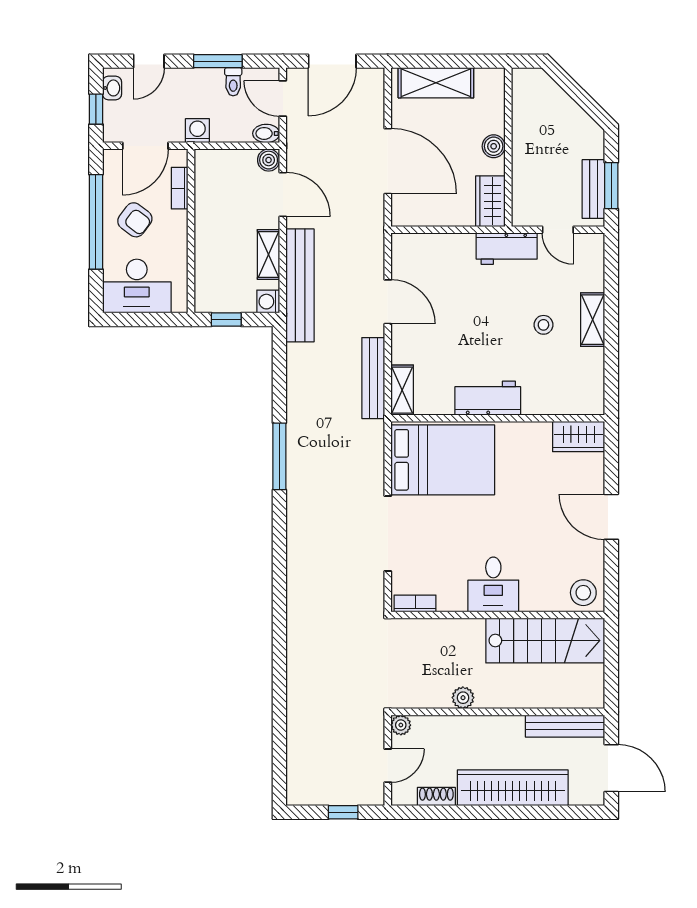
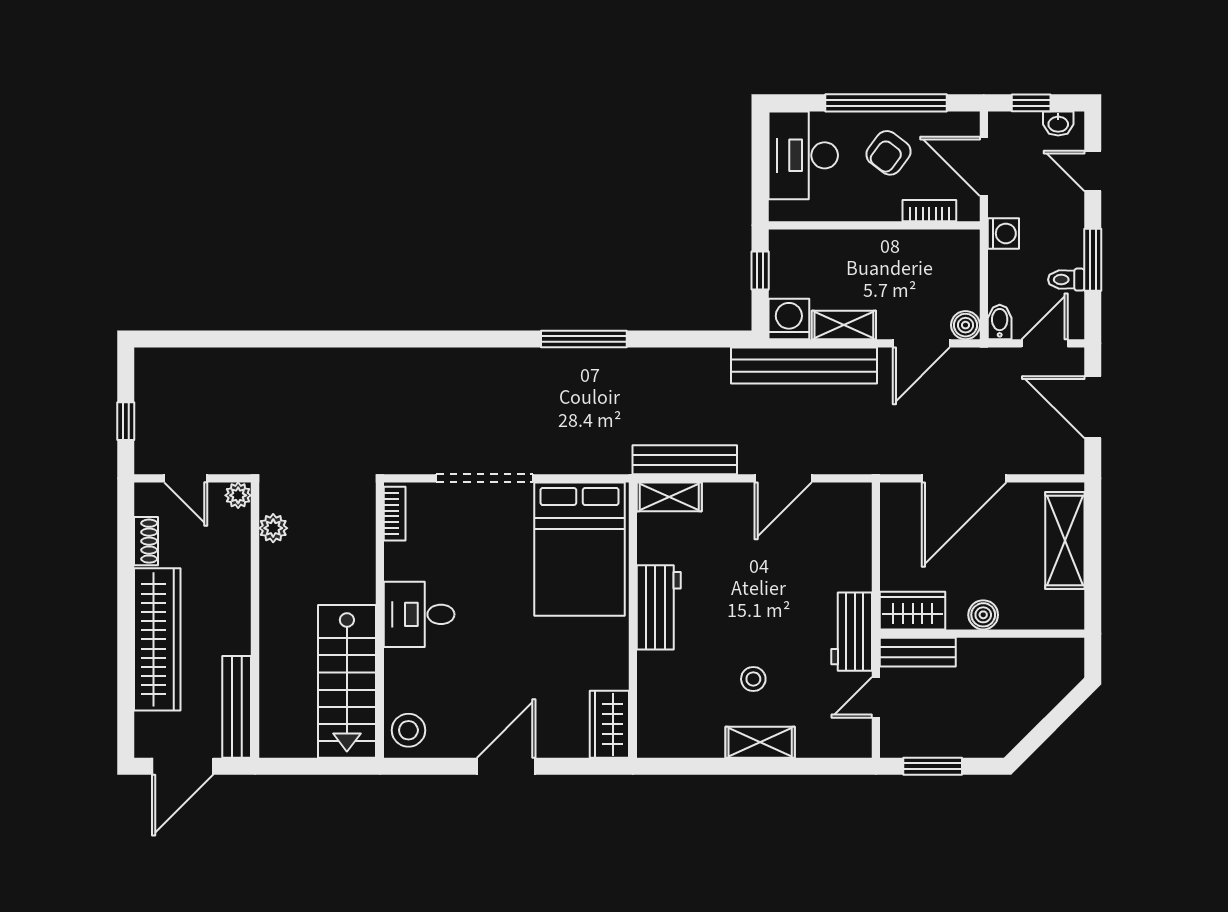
bench: (593, 189) -> (918, 652), moved
washing machine: (268, 302) -> (789, 319), width x1.38, depth x1.38
plant: (463, 698) -> (273, 528), moved

